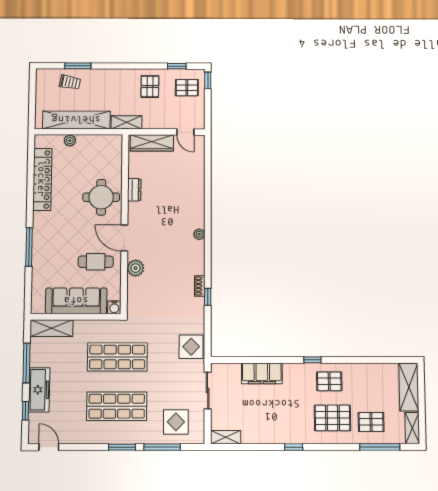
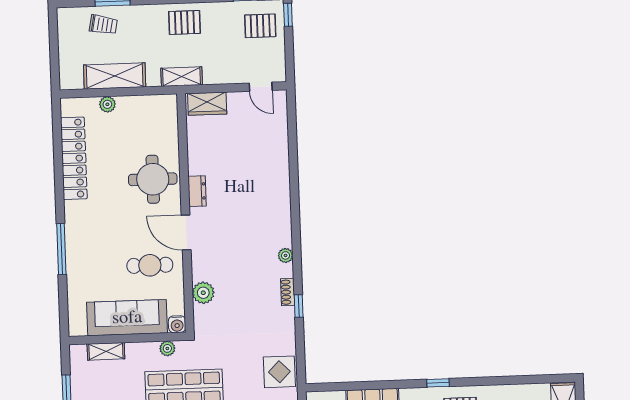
pallet: (150, 86) -> (184, 22), moved, turned 90
shelving: (76, 120) -> (115, 76), width x0.68
wardrobe: (152, 143) -> (207, 104), width x0.67
dresser: (134, 190) -> (197, 191), moved
plant: (199, 234) -> (286, 255), moved
plant: (135, 268) -> (203, 293), moved
plant: (106, 326) -> (167, 348), added
shelving: (52, 328) -> (106, 351), width x0.67, depth x0.75

